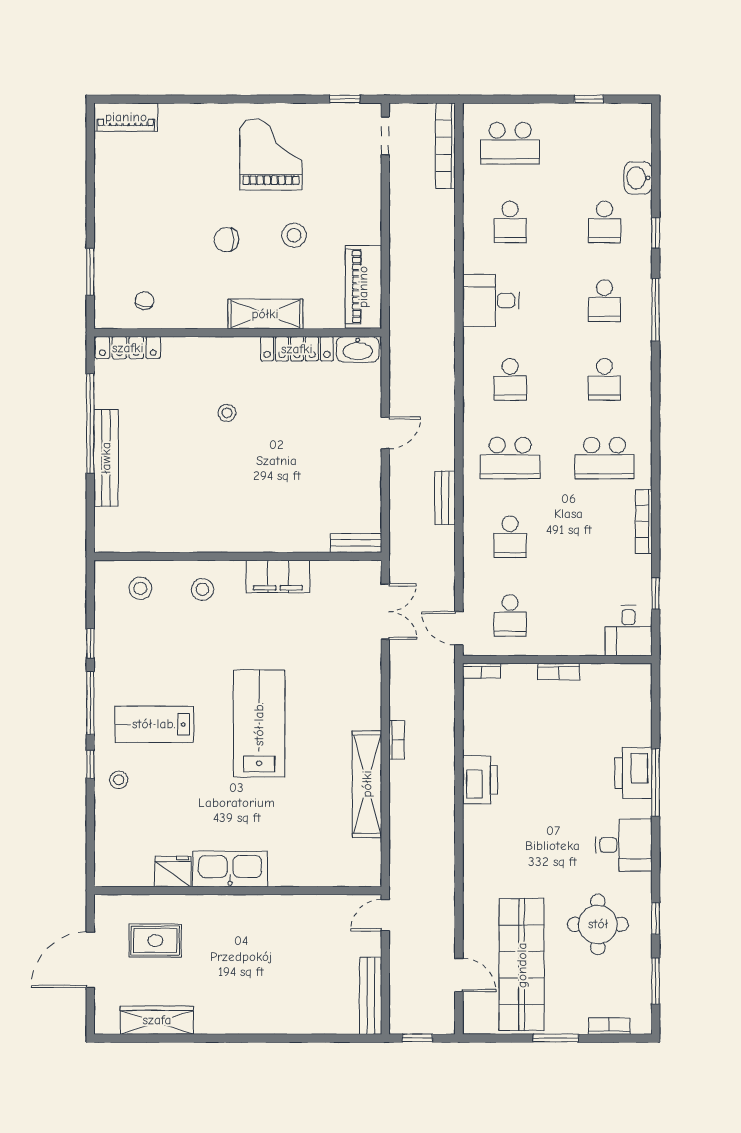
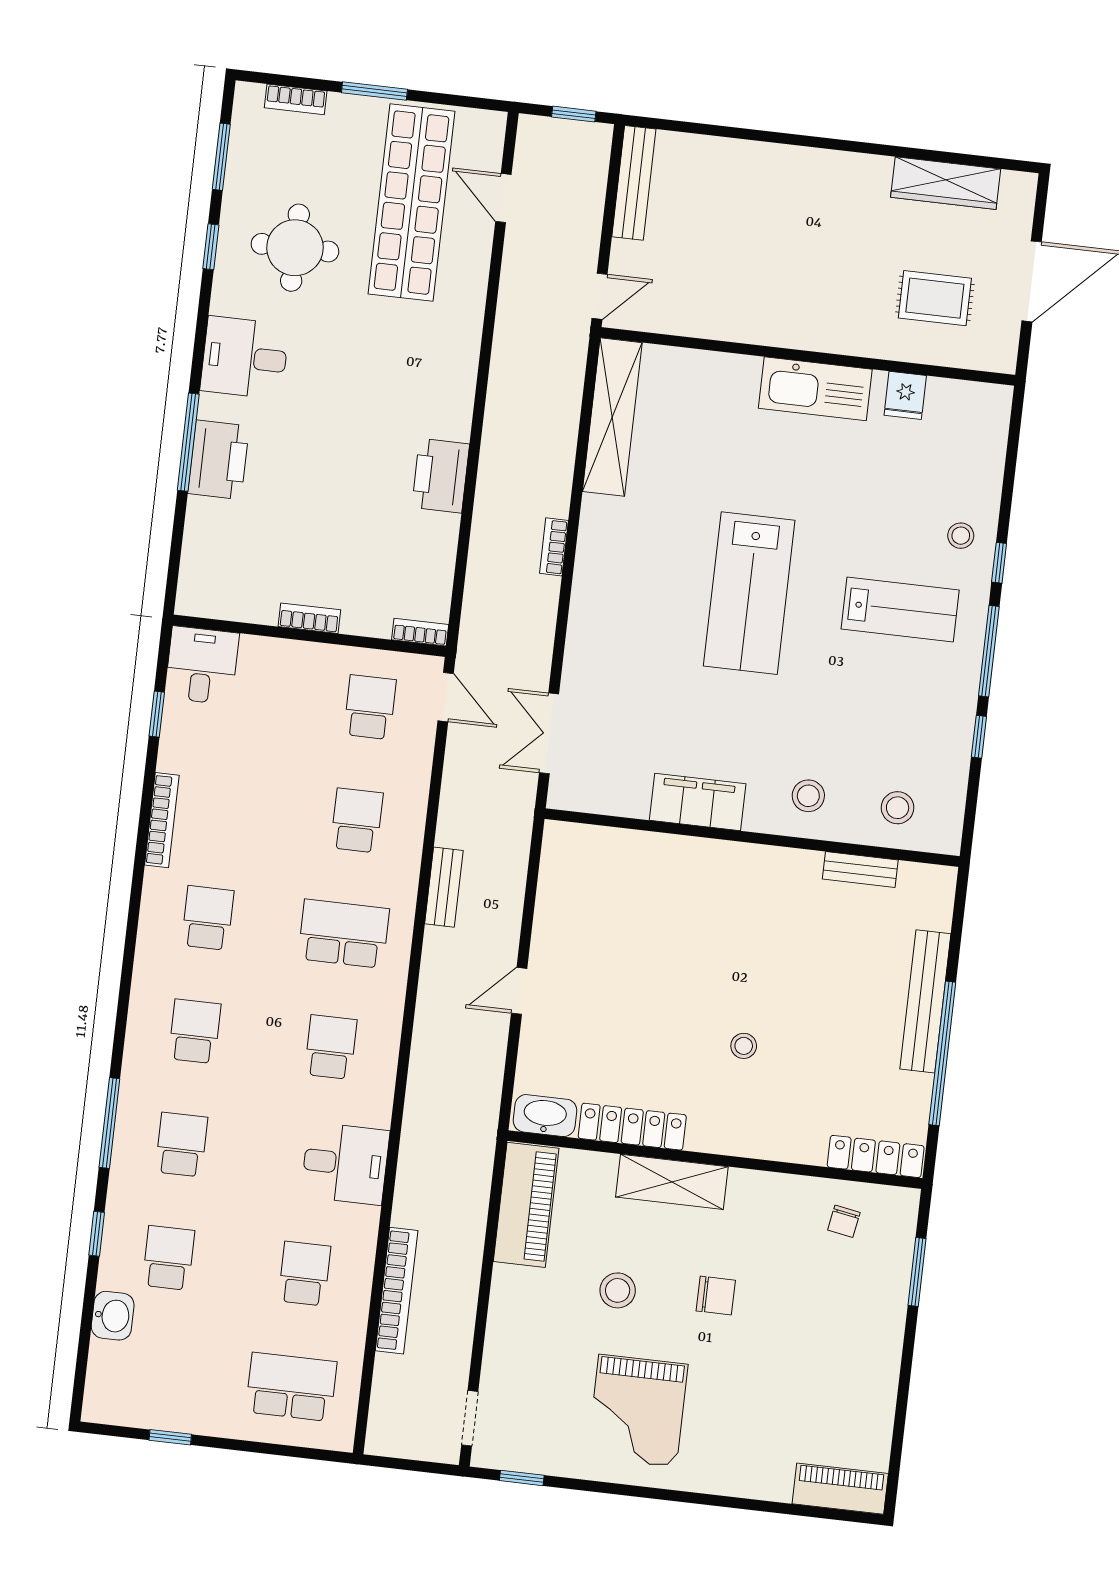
bookcase: (445, 146) -> (397, 1291), moved
school desk: (604, 458) -> (208, 918), width x0.54
bench: (356, 543) -> (860, 869), moved
shelving: (367, 784) -> (612, 417), moved
fridge: (173, 872) -> (905, 395), width x0.72

